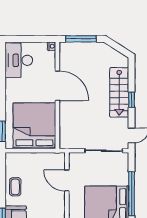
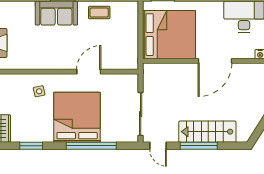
window: (132, 100) -> (199, 146), width x2.17
door: (67, 181) -> (89, 72), moved

